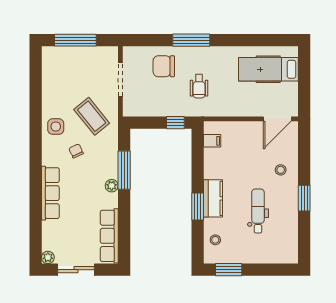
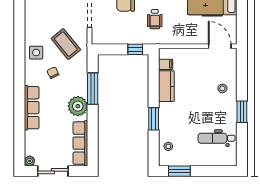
door: (277, 119) -> (220, 46), swing flipped
plant: (112, 186) -> (78, 106), width x1.88, depth x1.88
kitchen counter: (213, 198) -> (166, 86), moved
dental chair: (258, 211) -> (217, 138), moved, turned -90

